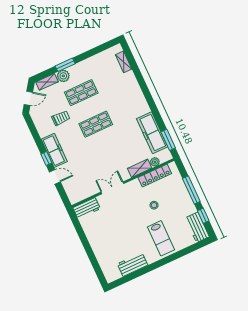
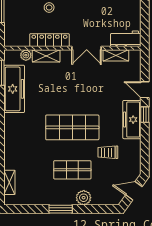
window: (65, 65) -> (61, 209), moved
shelving: (47, 82) -> (116, 55), moved
shop shelf: (96, 124) -> (72, 127), width x1.43, depth x1.36
locker: (155, 176) -> (49, 40), moved

